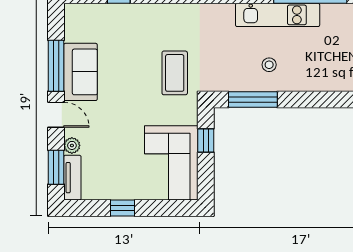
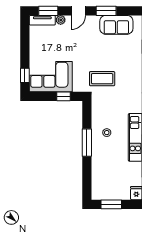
window: (56, 66) -> (106, 11), width x0.69
sofa: (80, 72) -> (116, 25), moved
window: (253, 100) -> (87, 143), moved
window: (123, 208) -> (25, 75), moved

